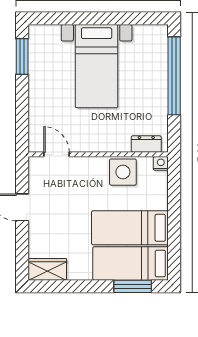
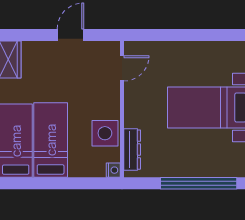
window: (22, 56) -> (218, 35), removed
dresser: (146, 144) -> (132, 150), width x1.44

